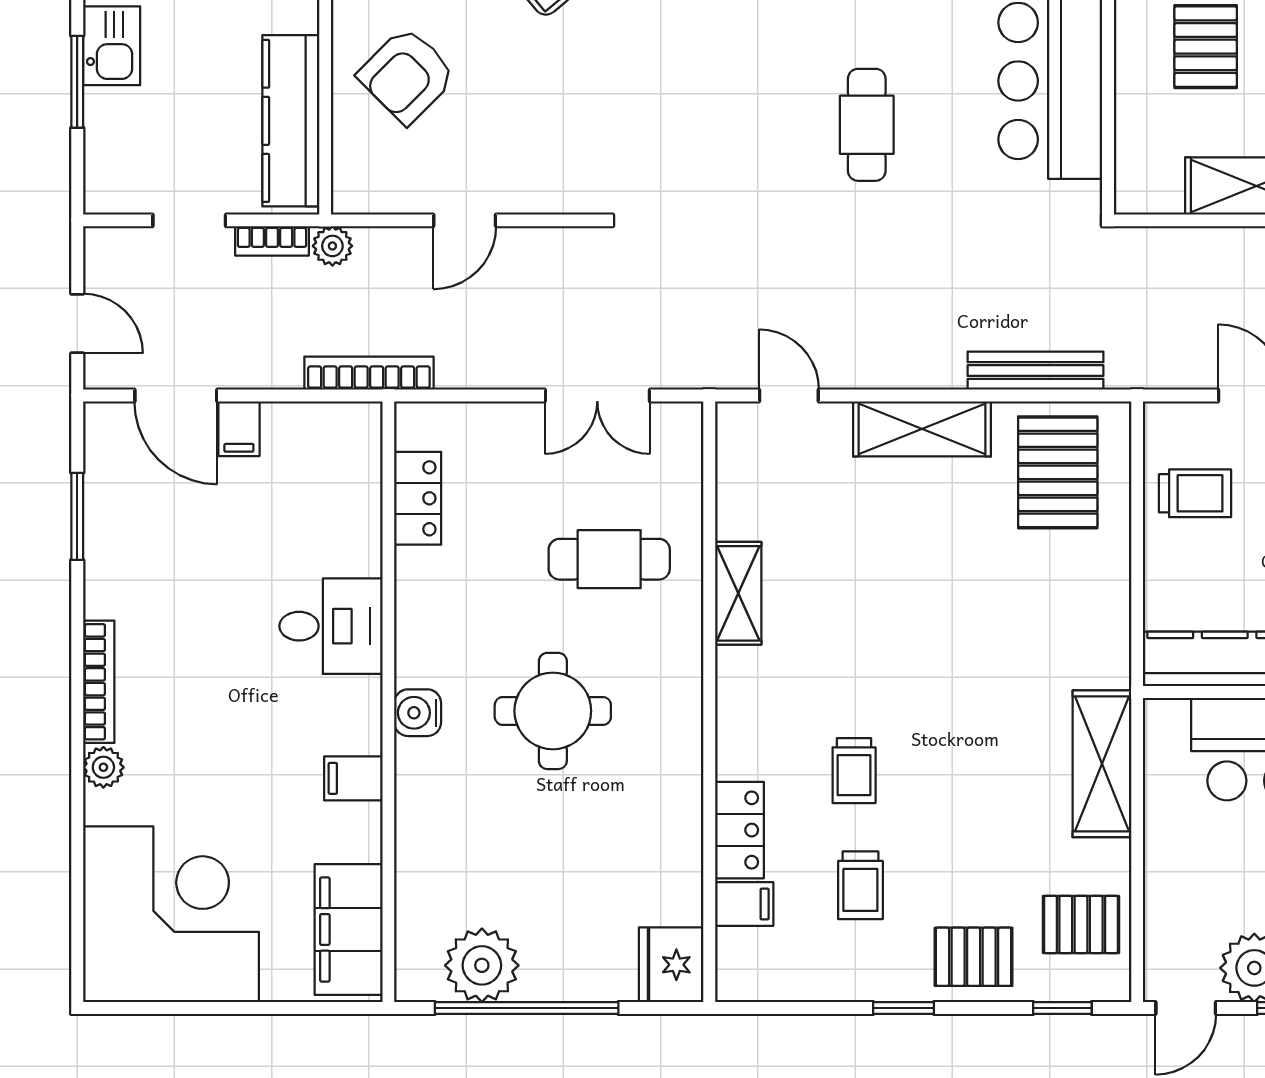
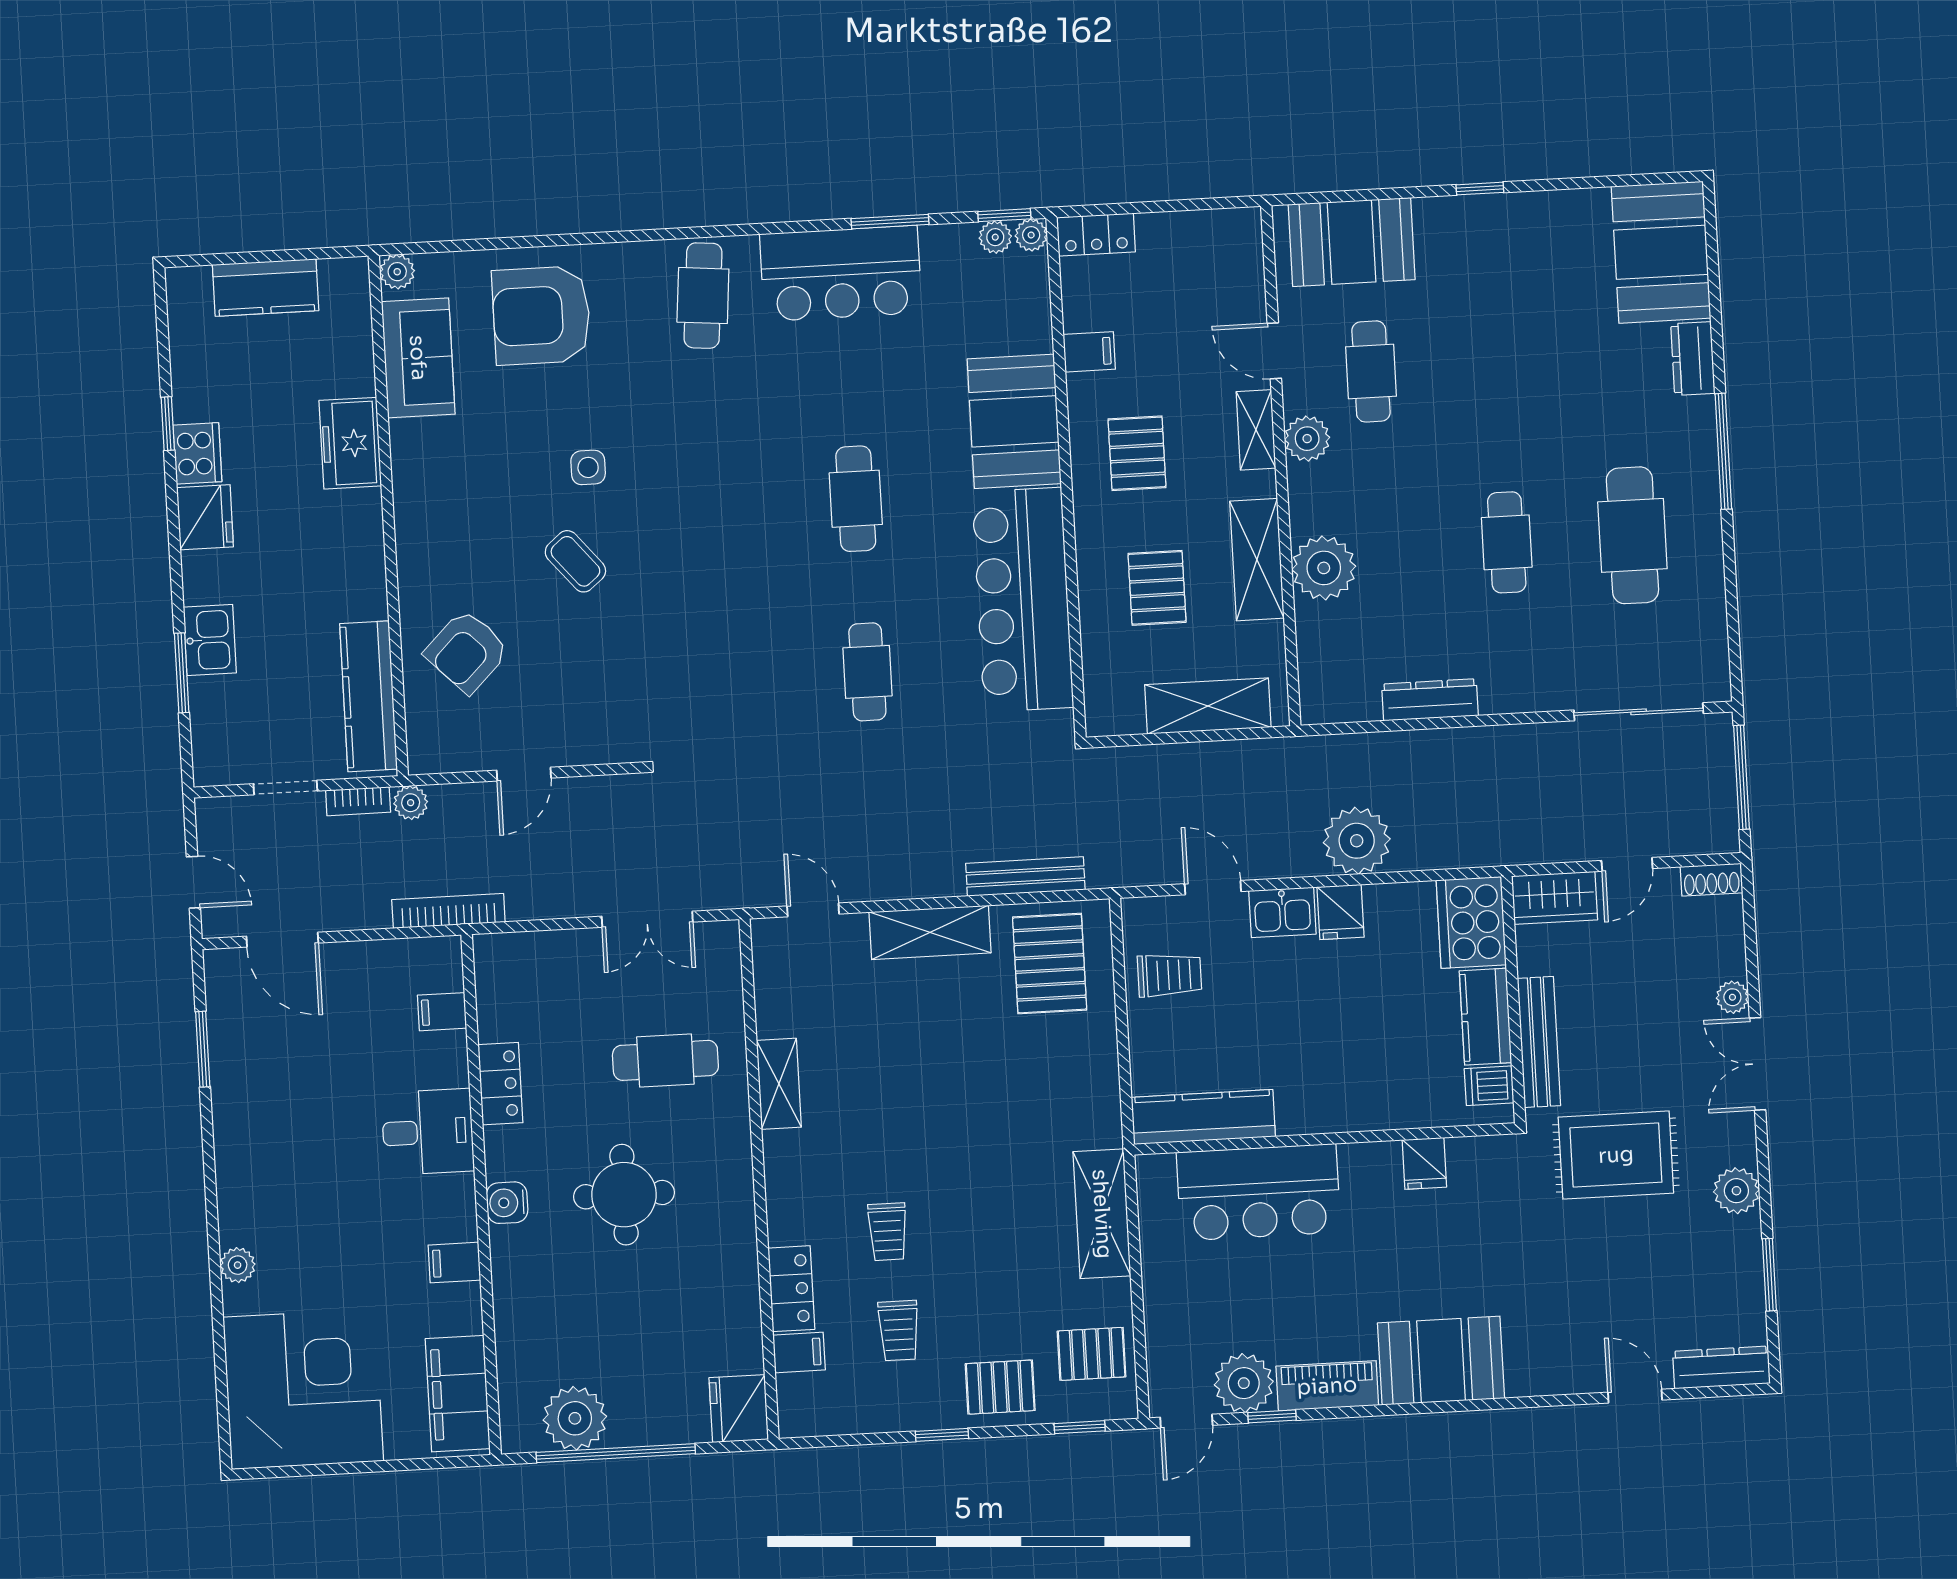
filing cabinet: (239, 429) -> (442, 1012), moved, turned 90
locker: (418, 498) -> (500, 1084), moved
bookcase: (99, 682) -> (229, 1191), removed

